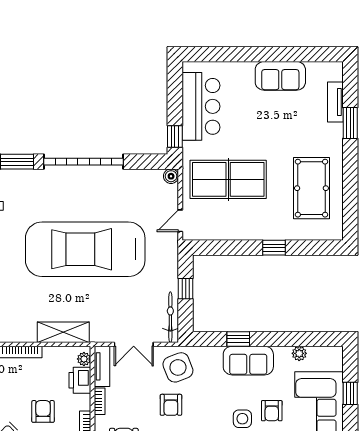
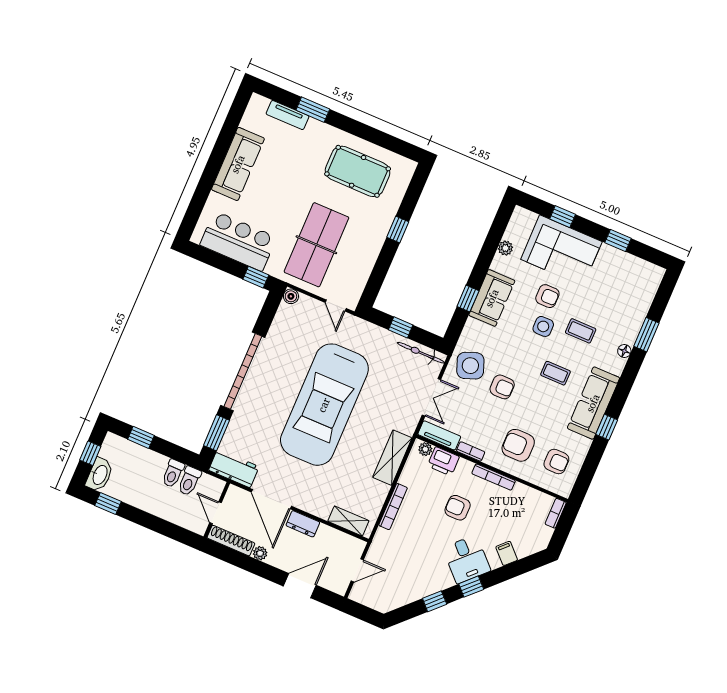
sofa: (280, 76) -> (238, 164), width x1.36

